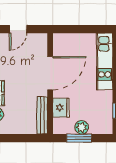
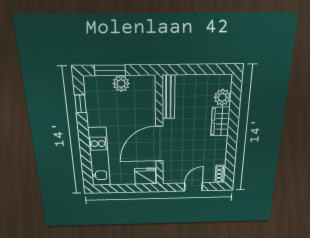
fridge: (61, 108) -> (145, 176), moved, turned 90
window: (79, 138) -> (110, 70), moved

